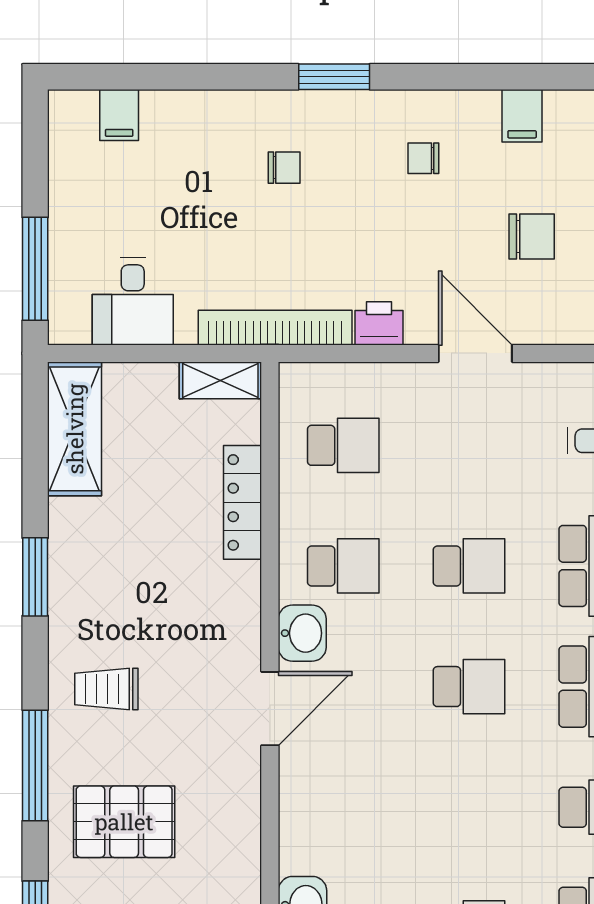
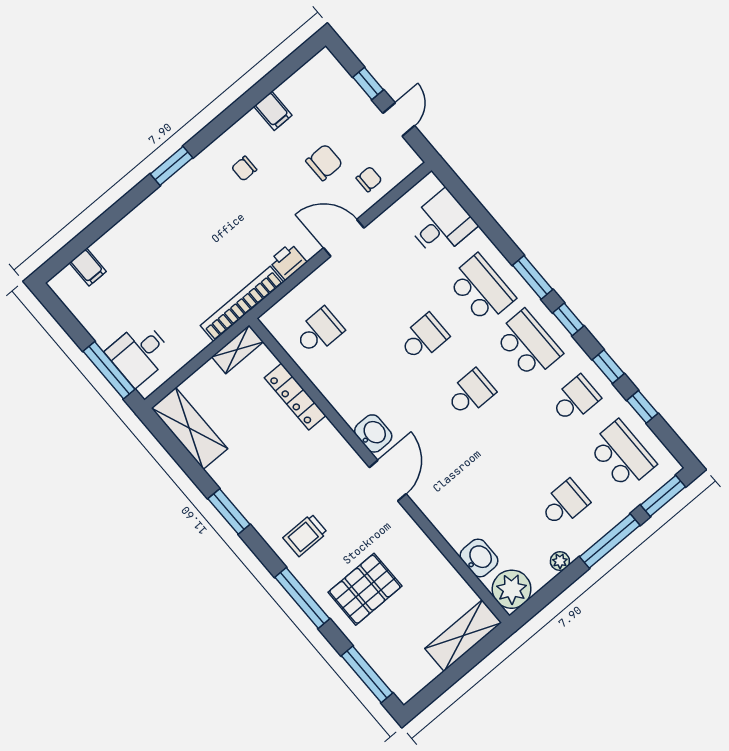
chair: (284, 168) -> (369, 179), moved
desk: (133, 301) -> (139, 354), moved, turned 90
school desk: (343, 566) -> (366, 387), removed

